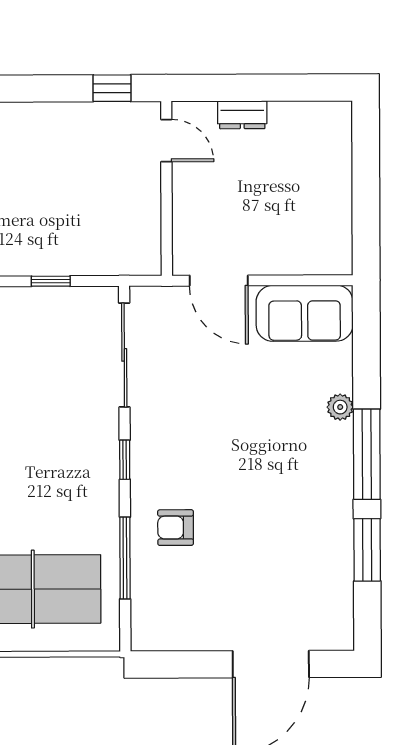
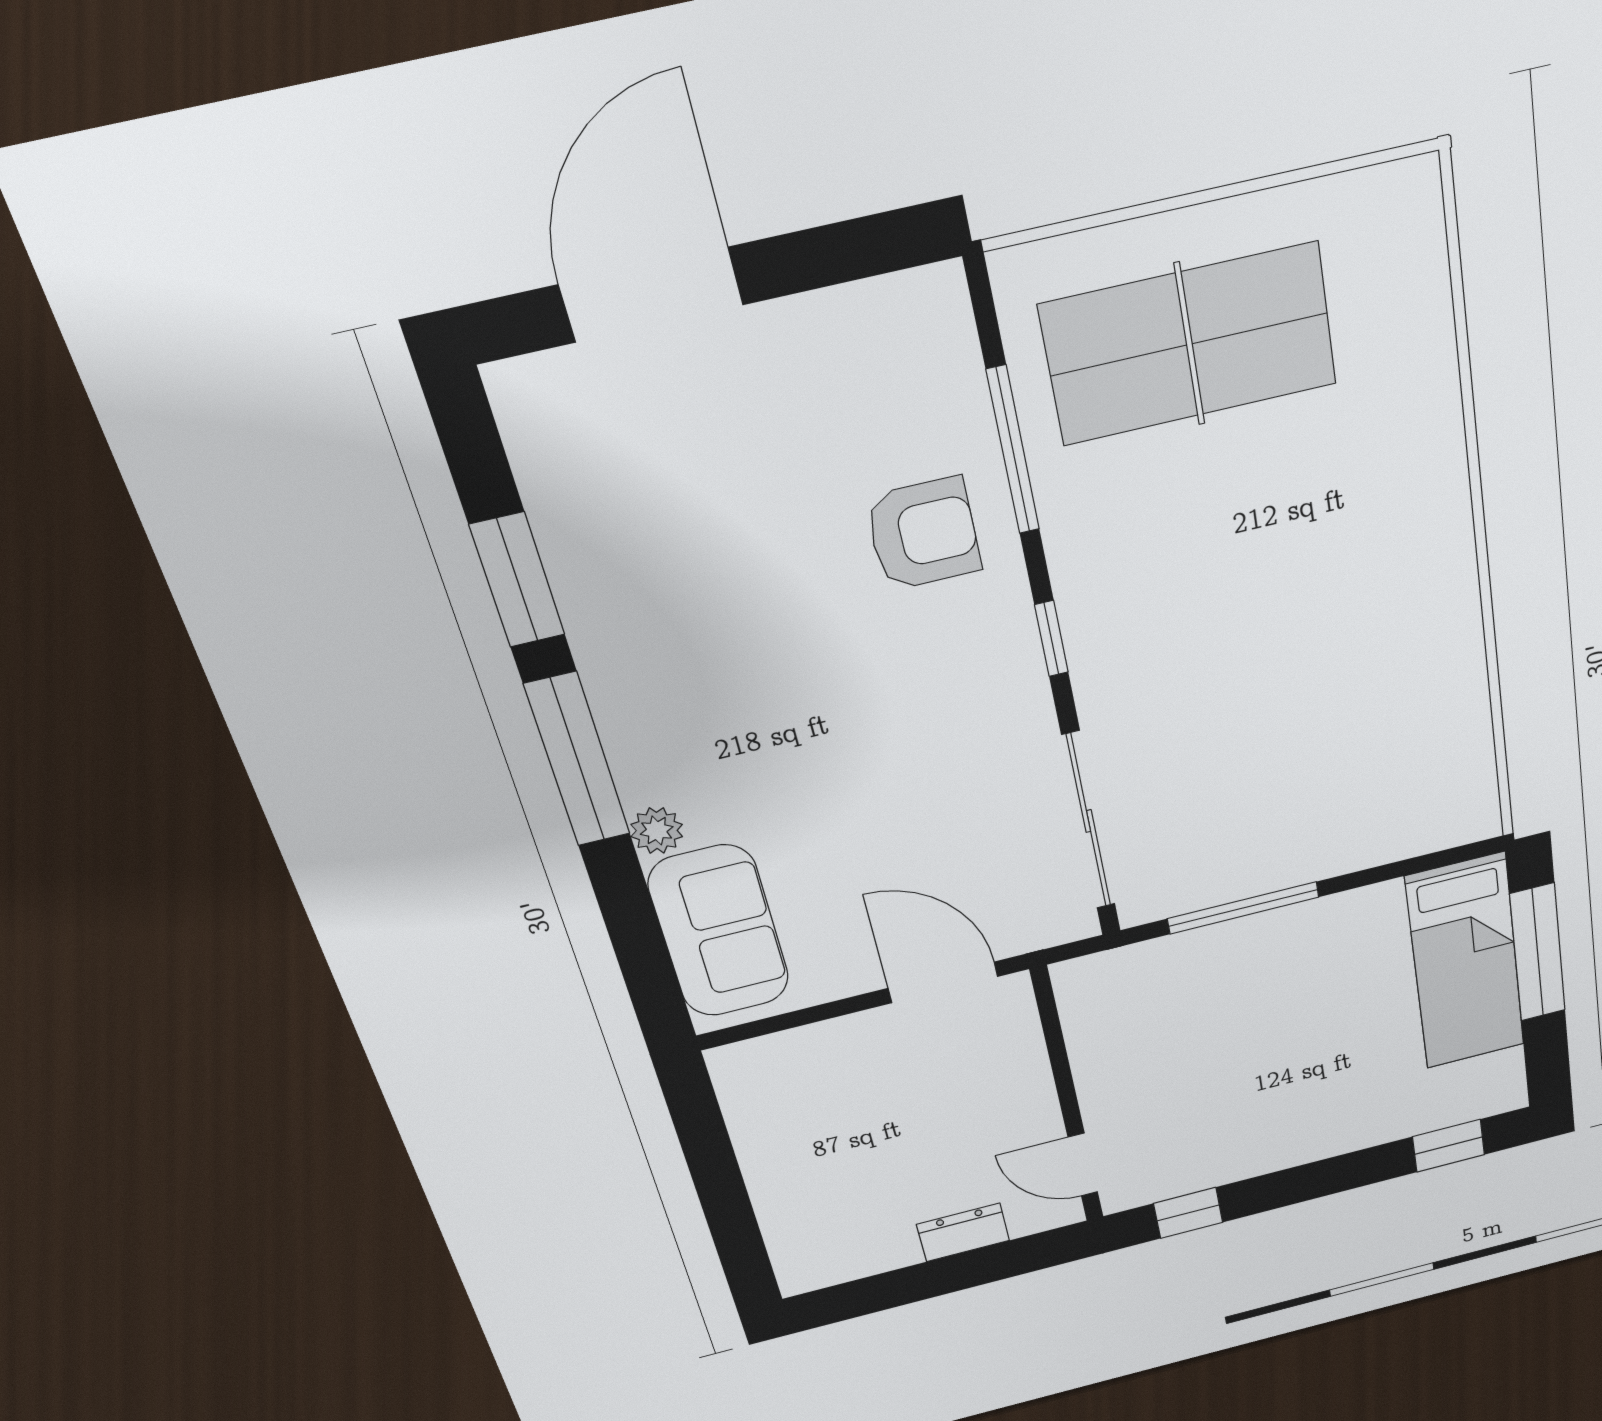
window: (51, 281) -> (1243, 908), width x2.17
sofa: (305, 313) -> (719, 931), moved, turned 90
armchair: (176, 528) -> (923, 534), width x1.38, depth x1.38

